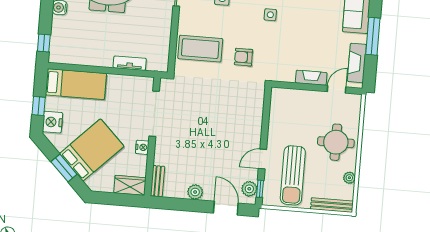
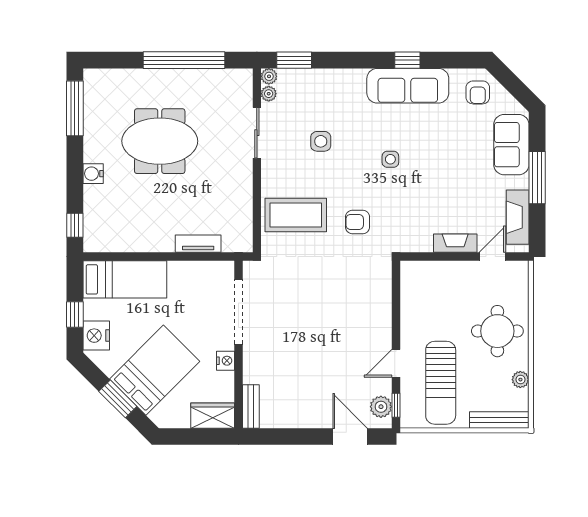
plant: (195, 192) -> (305, 417), removed

